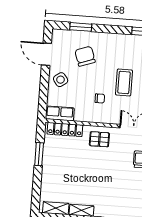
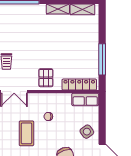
pallet: (99, 139) -> (46, 78), turned 90
window: (39, 154) -> (102, 59), width x1.44

